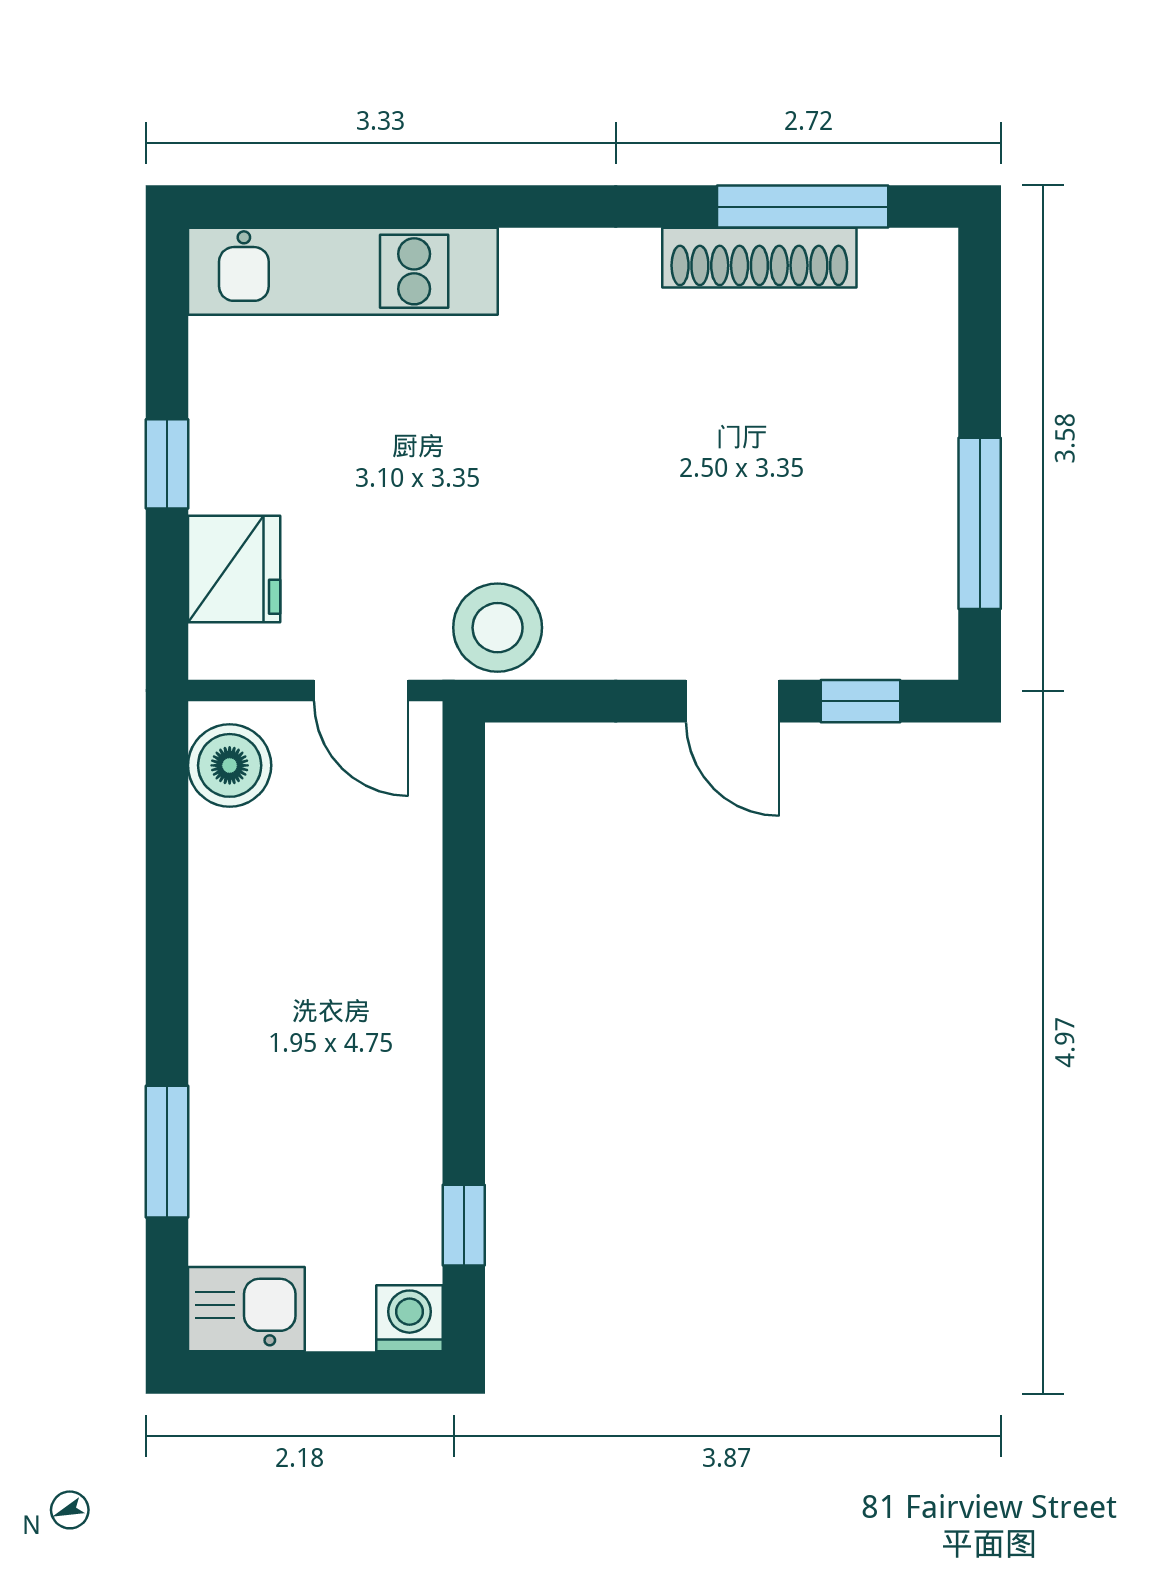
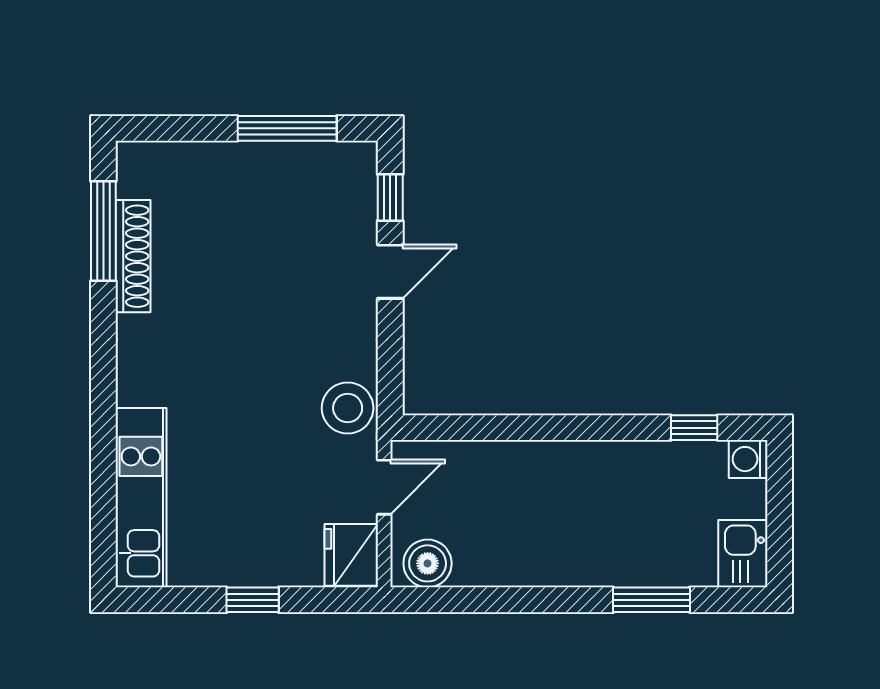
fridge: (234, 569) -> (351, 555), moved, turned -90

